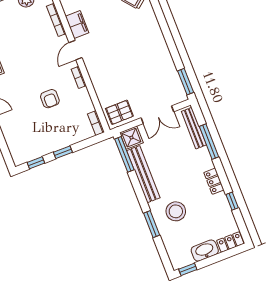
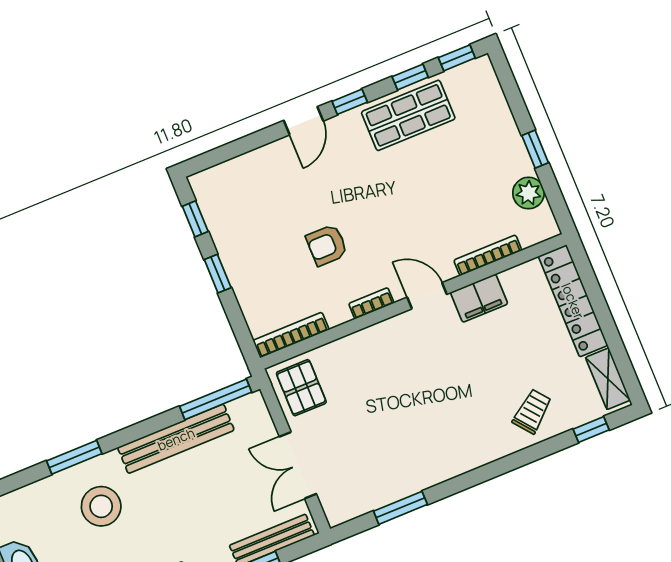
window: (186, 82) -> (400, 508), moved
bookcase: (96, 123) -> (291, 335), width x1.56
shower: (131, 138) -> (250, 413), removed

